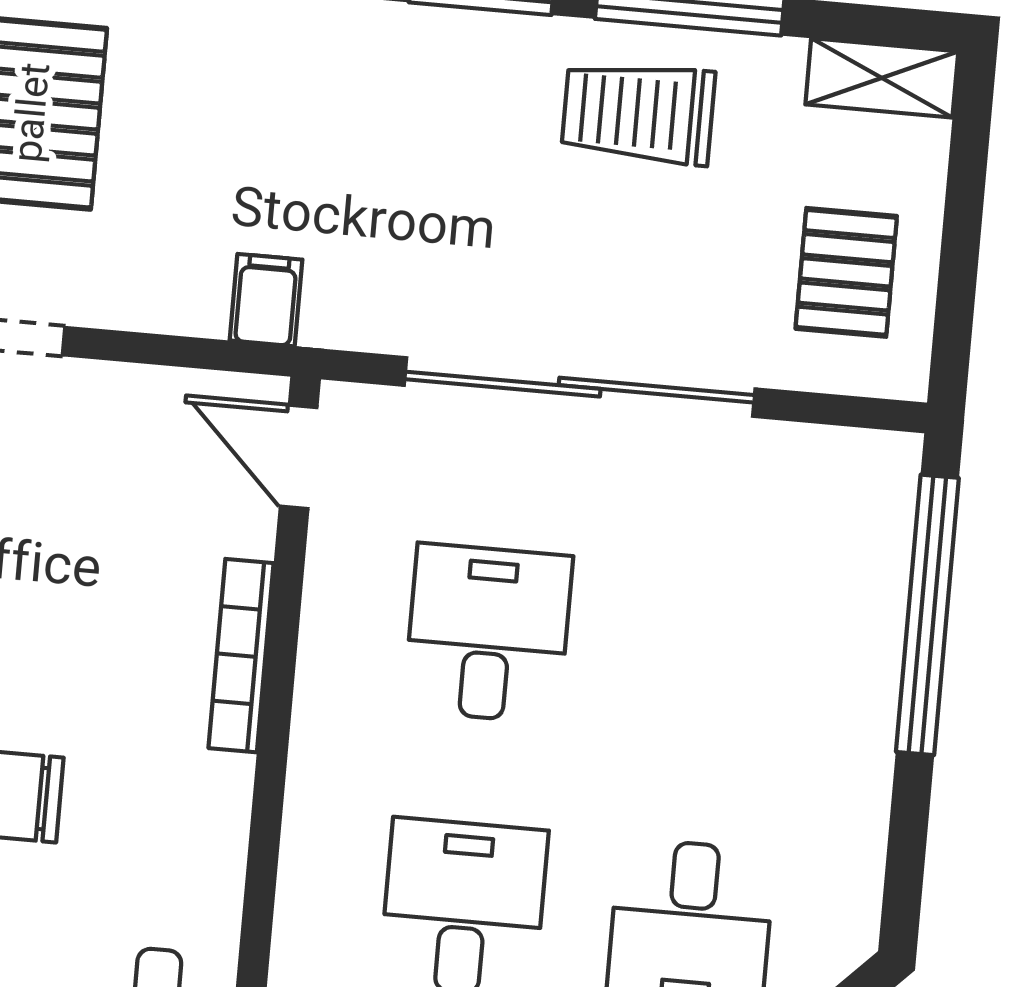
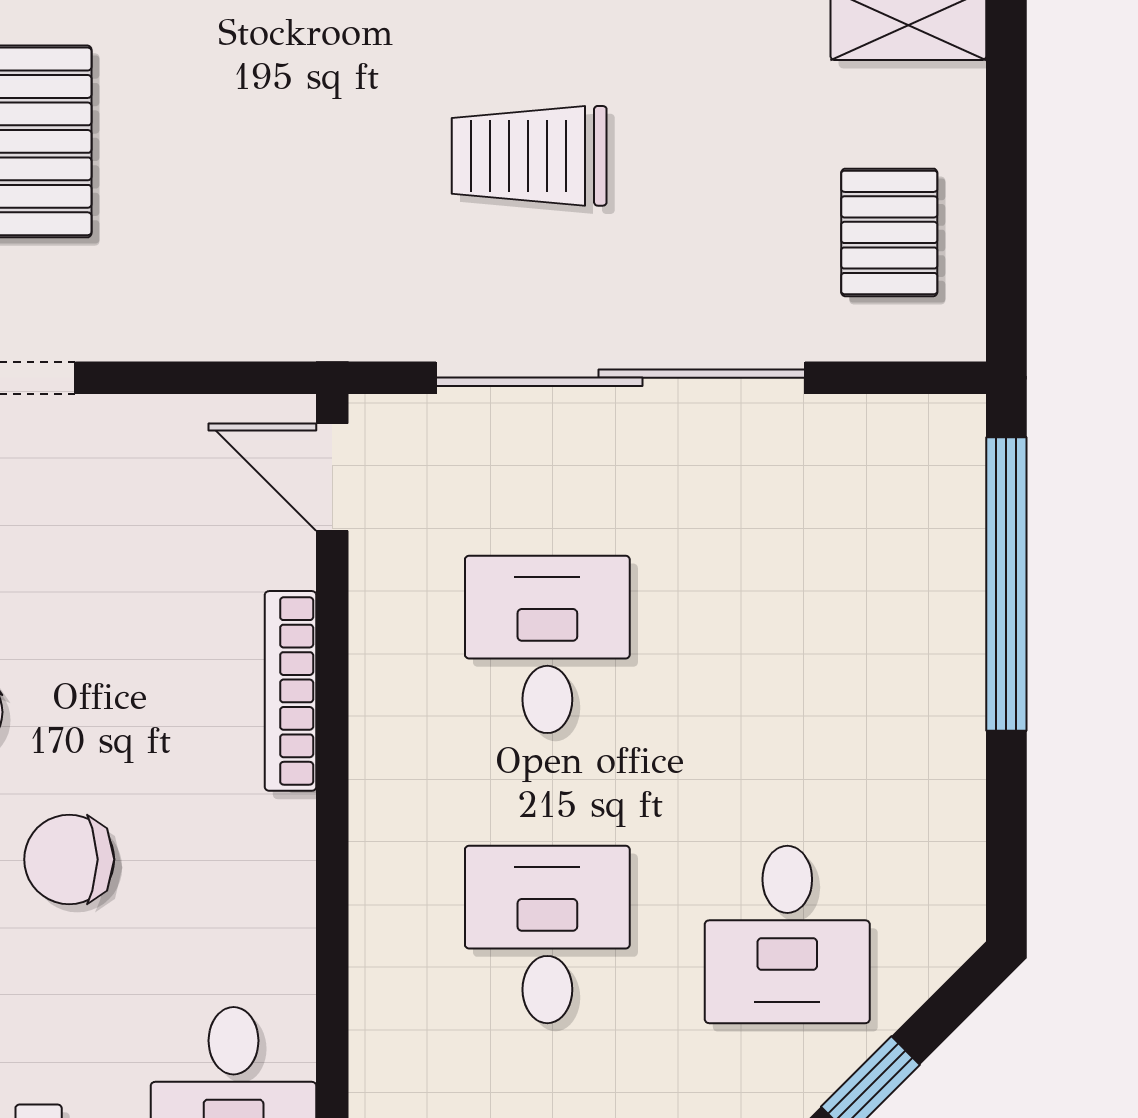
trolley: (638, 113) -> (529, 156), moved
filing cabinet: (266, 300) -> (283, 316), removed

